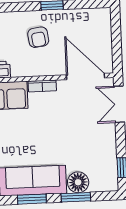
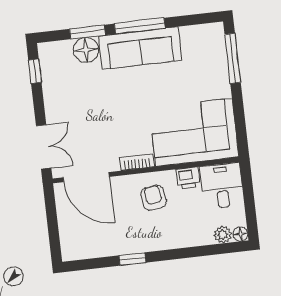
armchair: (38, 37) -> (154, 198), moved
window: (32, 199) -> (140, 26), width x1.44

